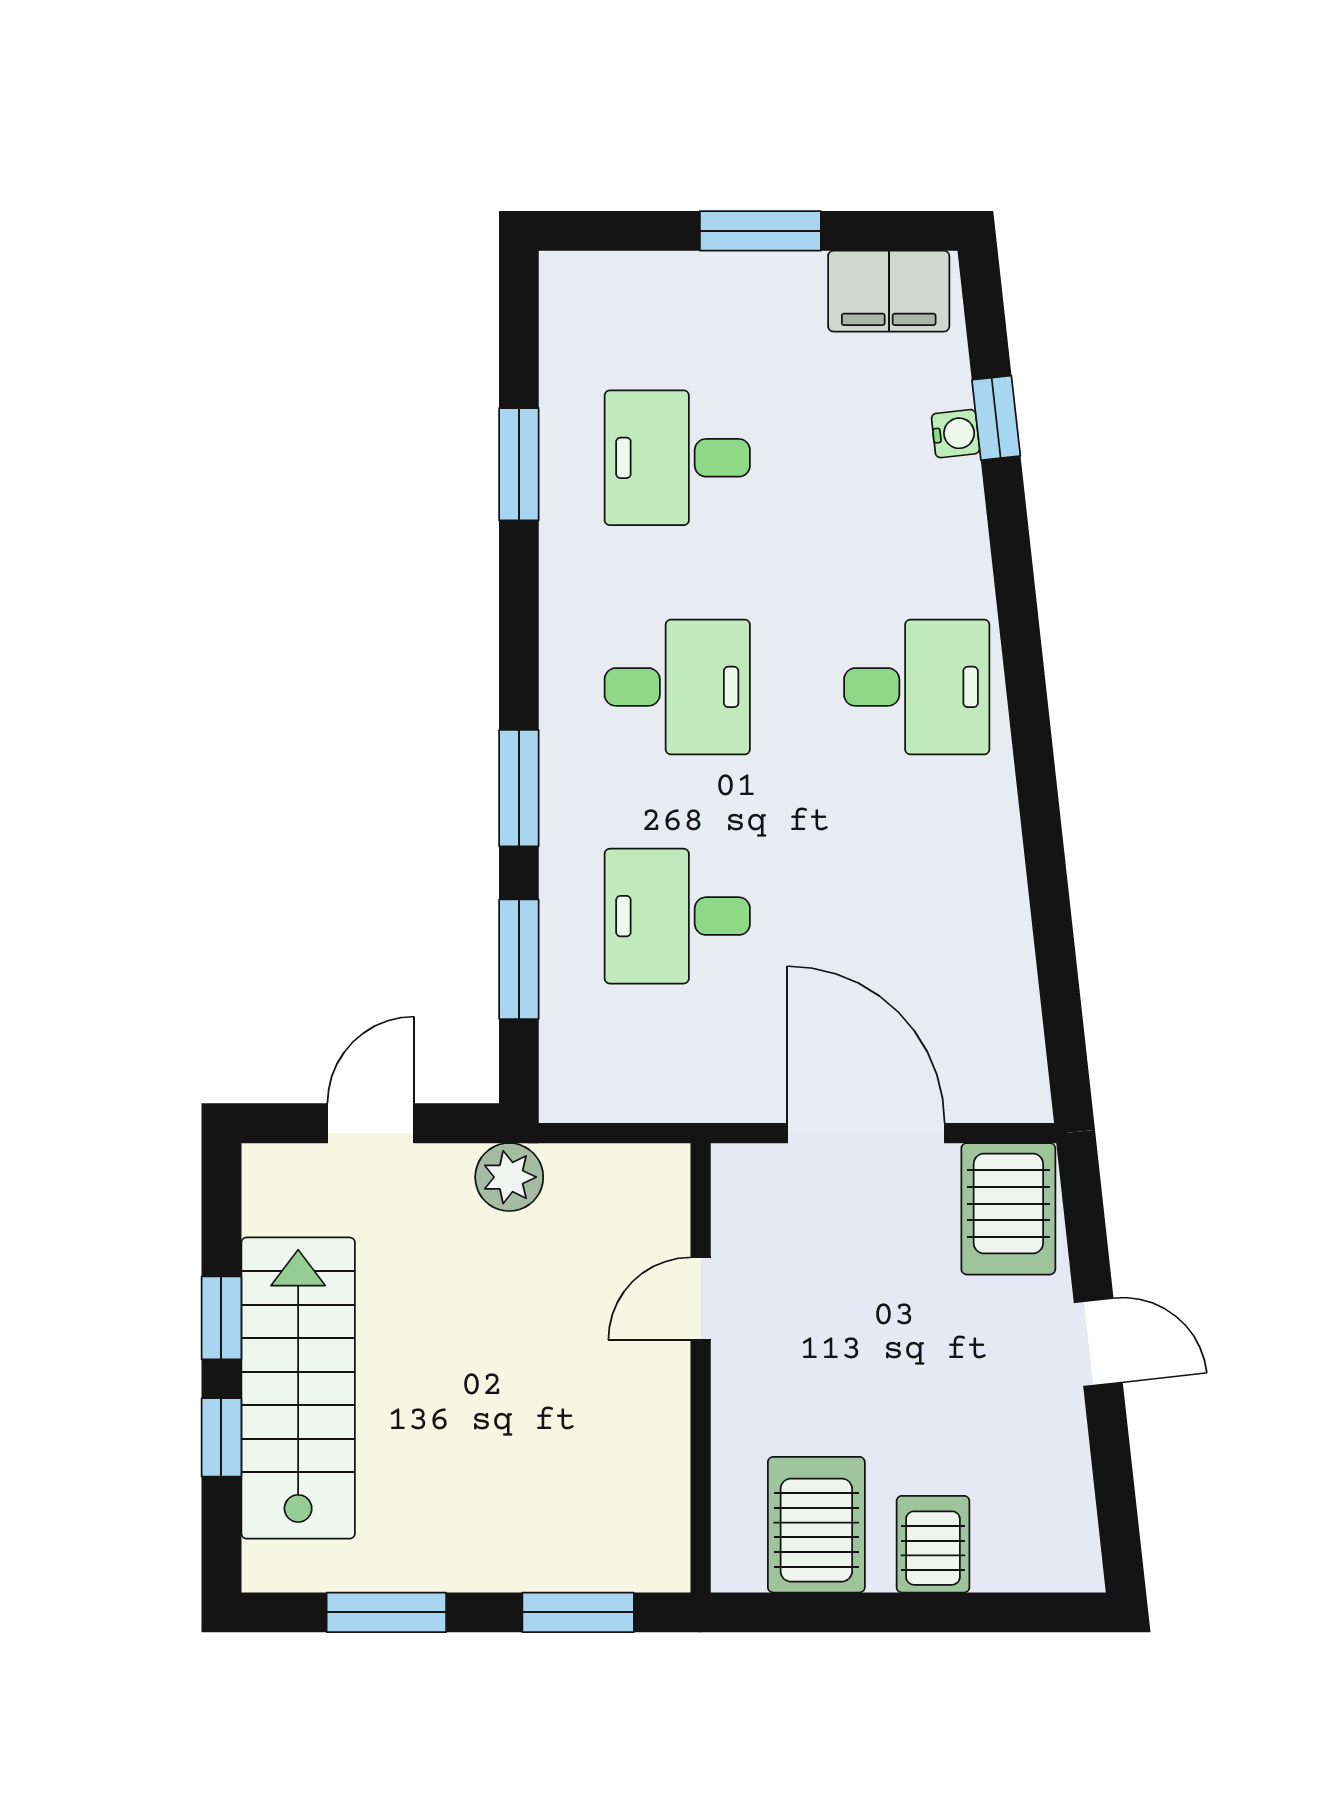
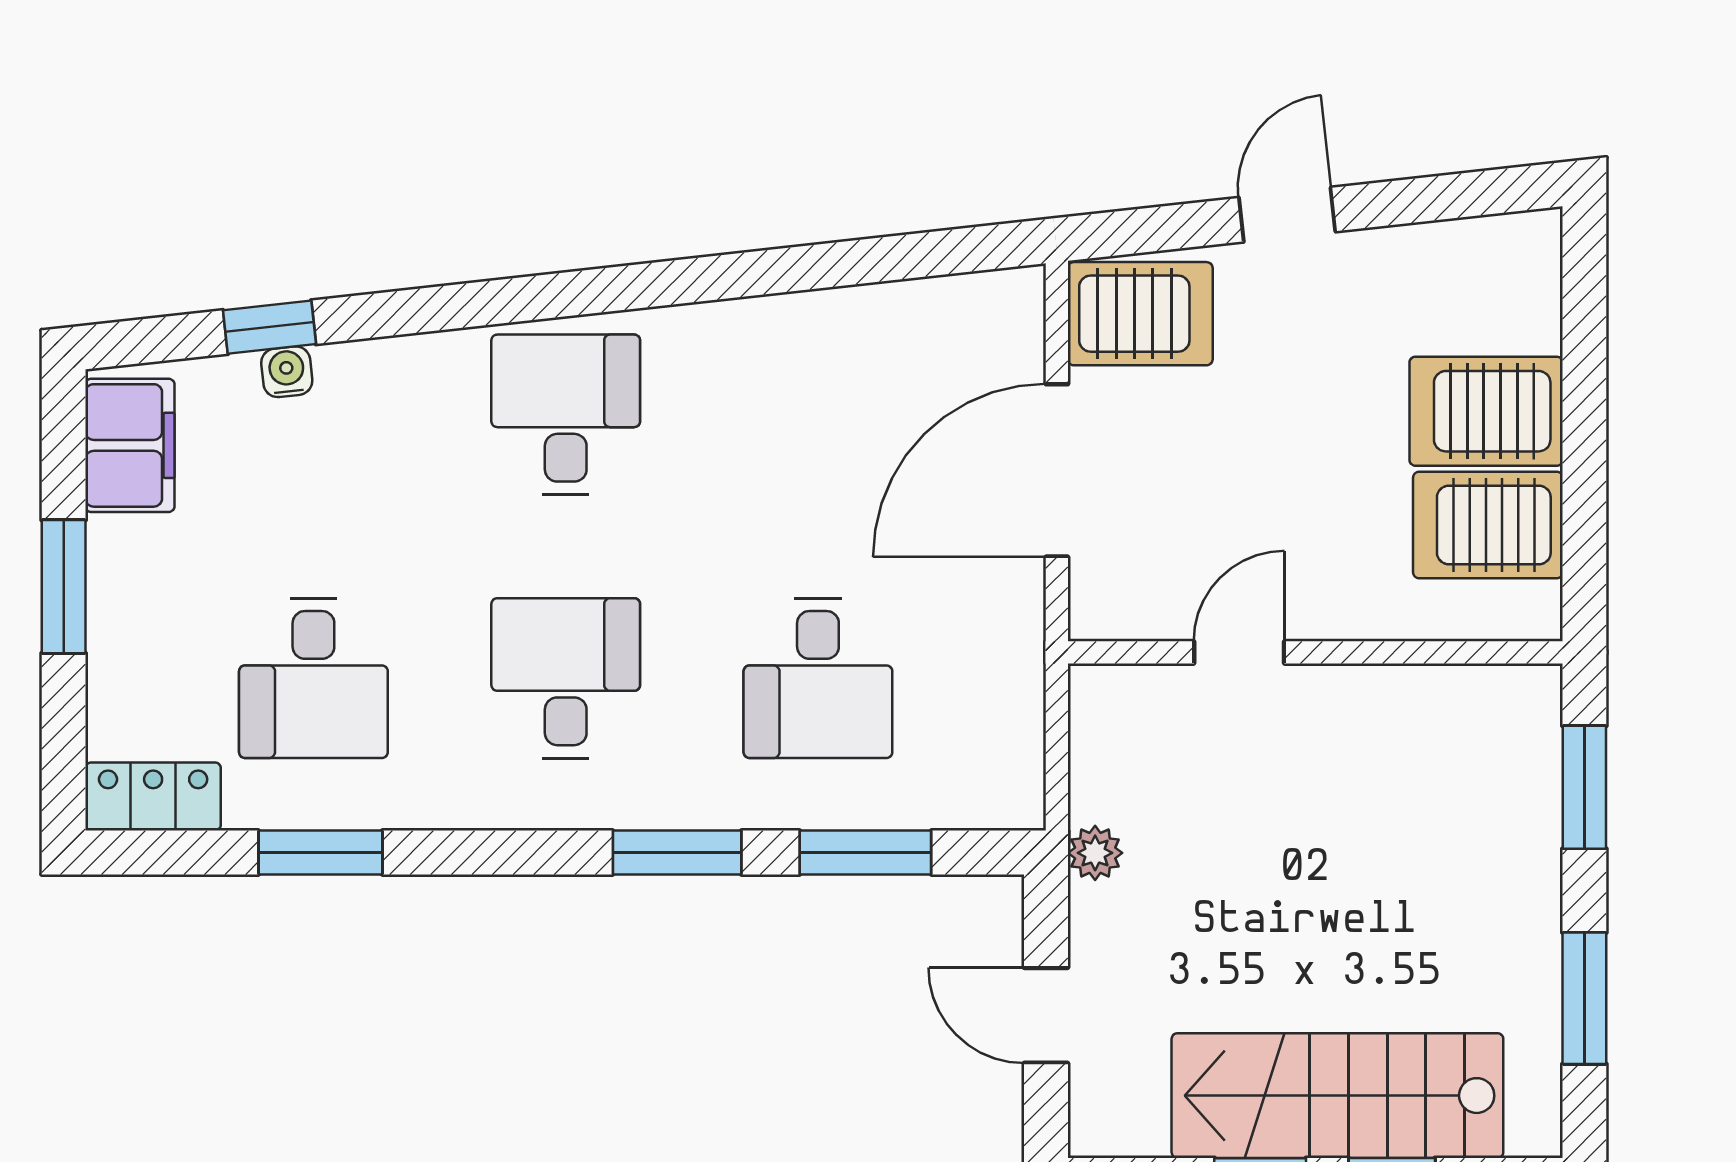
locker: (570, 312) -> (153, 796), added
plant: (509, 1177) -> (1095, 853), width x0.73, depth x0.73
door: (701, 1299) -> (1239, 652), swing flipped
server rack: (933, 1544) -> (1486, 411), width x1.36, depth x1.44

